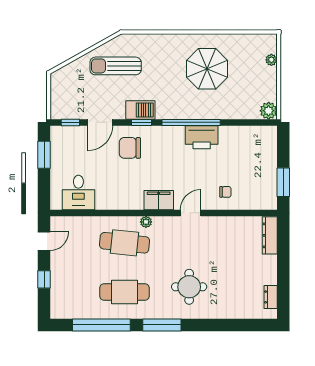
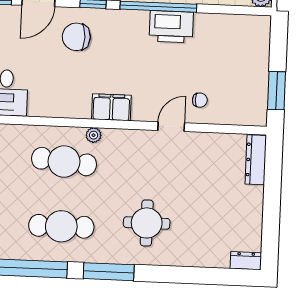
door: (191, 213) -> (171, 127), moved
dresser: (271, 297) -> (246, 261), moved, turned 90

